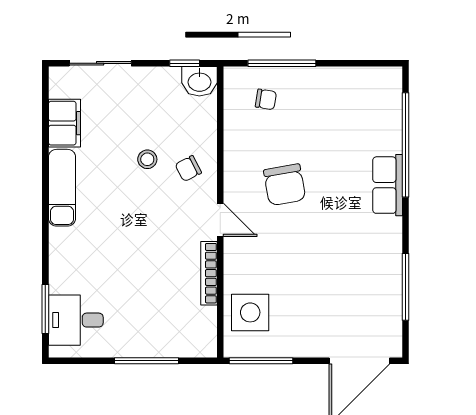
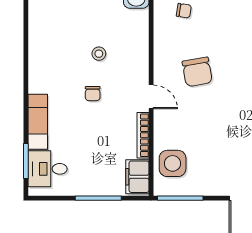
filing cabinet: (64, 123) -> (137, 177), moved, turned 180
chair: (188, 169) -> (93, 94), moved, turned -63
exam couch: (62, 188) -> (38, 122), moved

